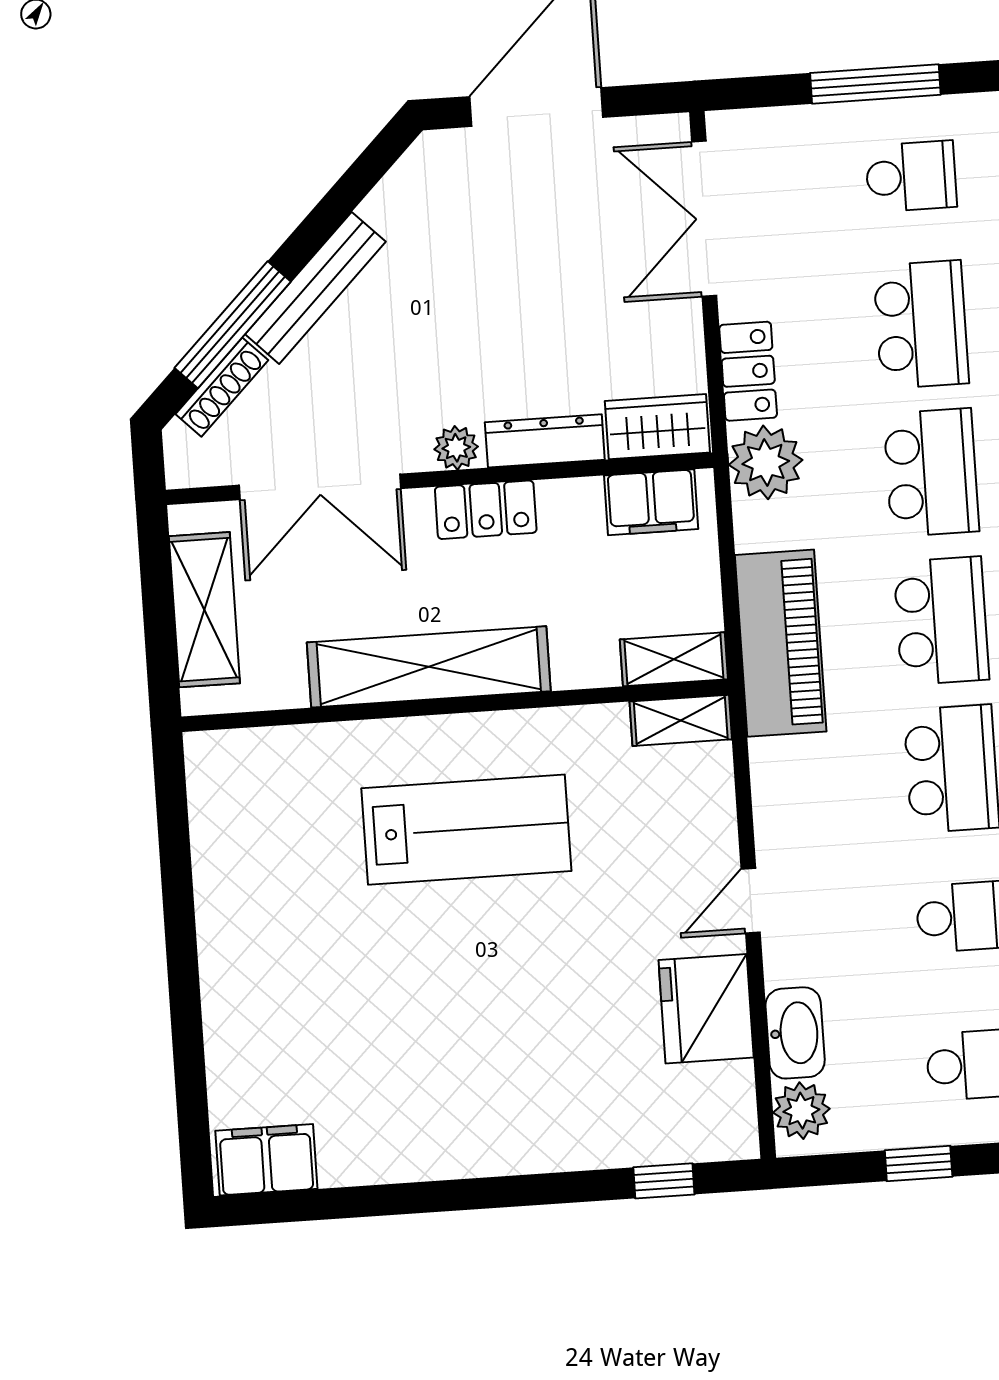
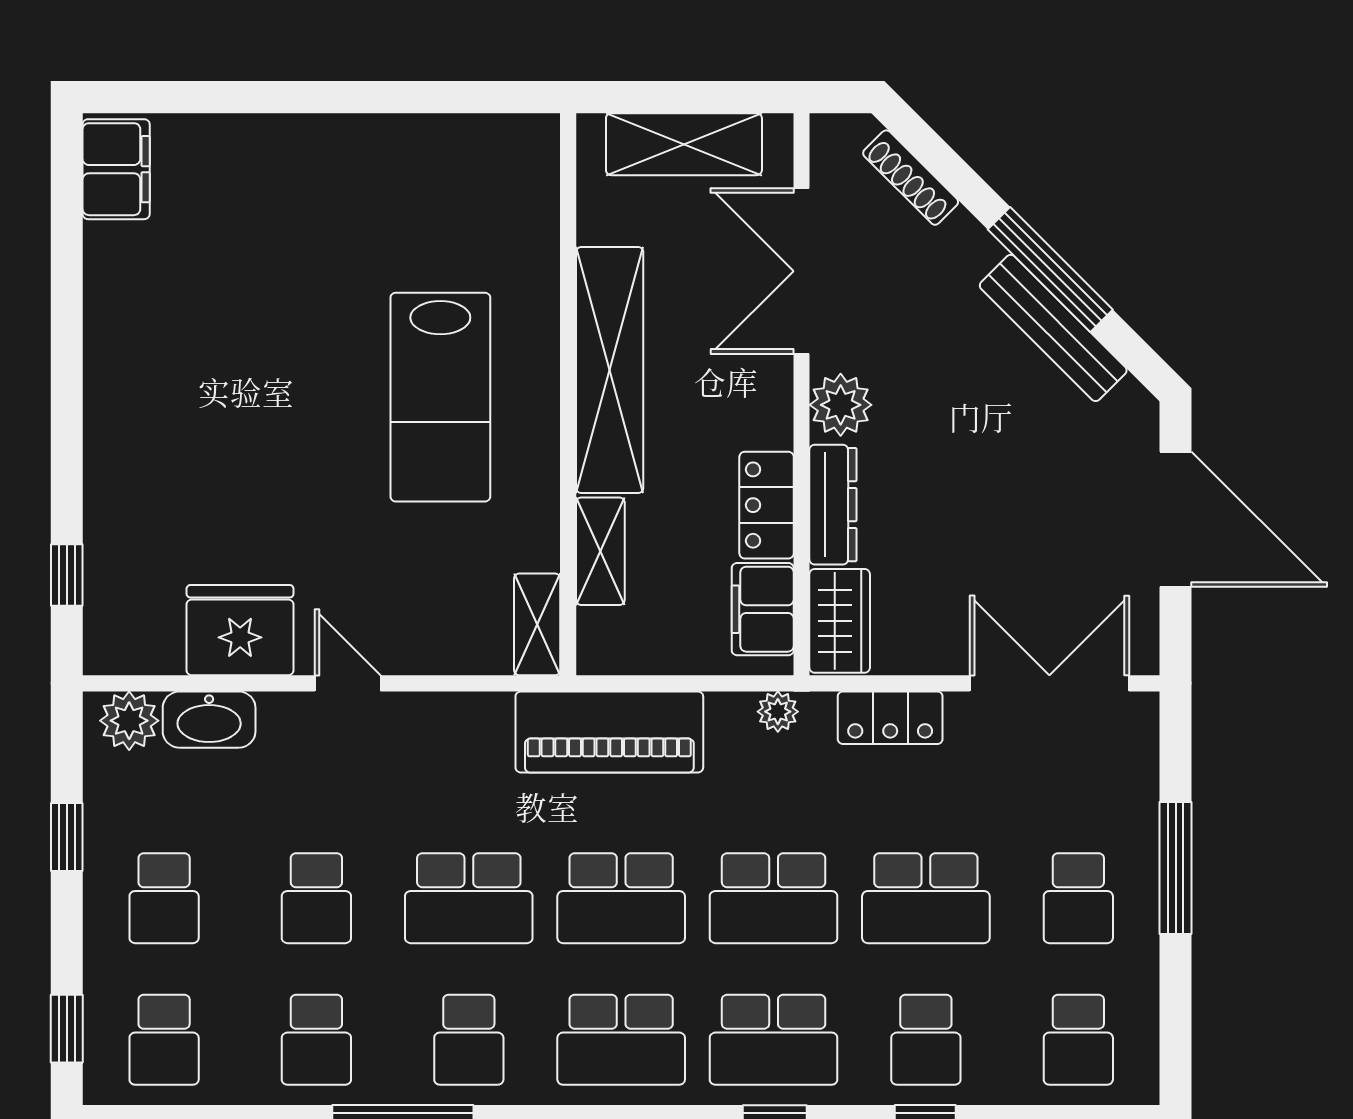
bench: (315, 288) -> (1053, 328), moved
window: (233, 325) -> (1050, 269), moved
plant: (456, 448) -> (841, 405), width x1.38, depth x1.38
plant: (766, 462) -> (778, 712), width x0.53, depth x0.53
locker: (486, 510) -> (767, 505), moved
shelving: (674, 659) -> (600, 551), moved

